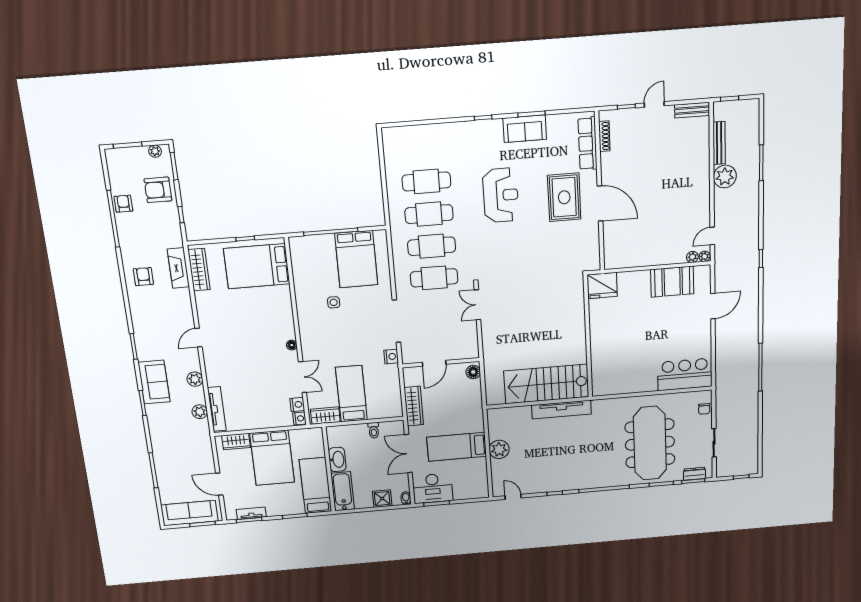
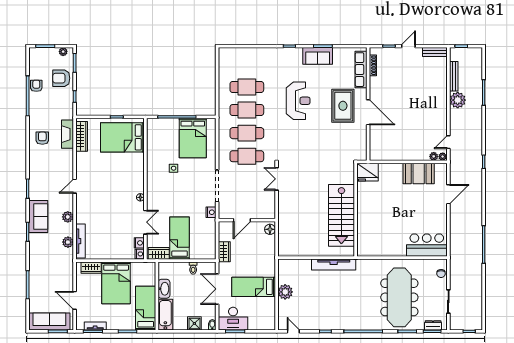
stairs: (546, 384) -> (341, 215), moved, turned -90
wardrobe: (414, 406) -> (224, 252), width x0.67

